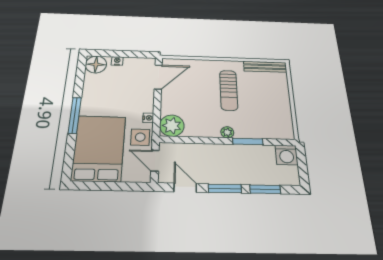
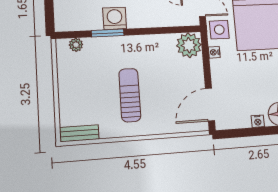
bench: (265, 67) -> (79, 133), width x0.73
plant: (227, 132) -> (76, 45), moved
washing machine: (286, 155) -> (115, 18), moved

